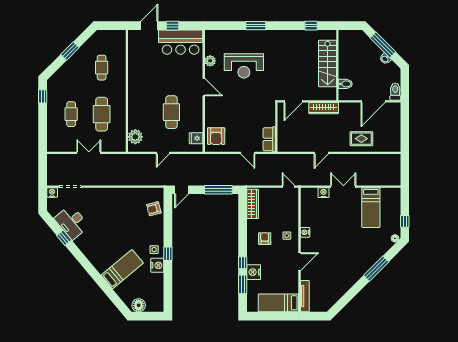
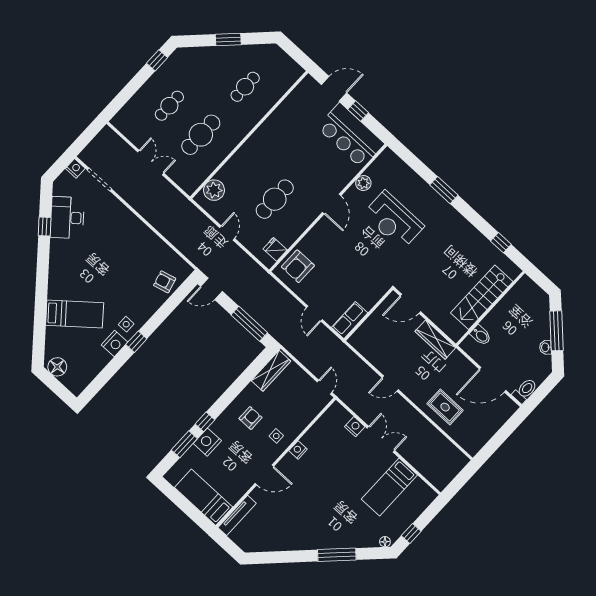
door: (163, 153) -> (227, 233), swing flipped

